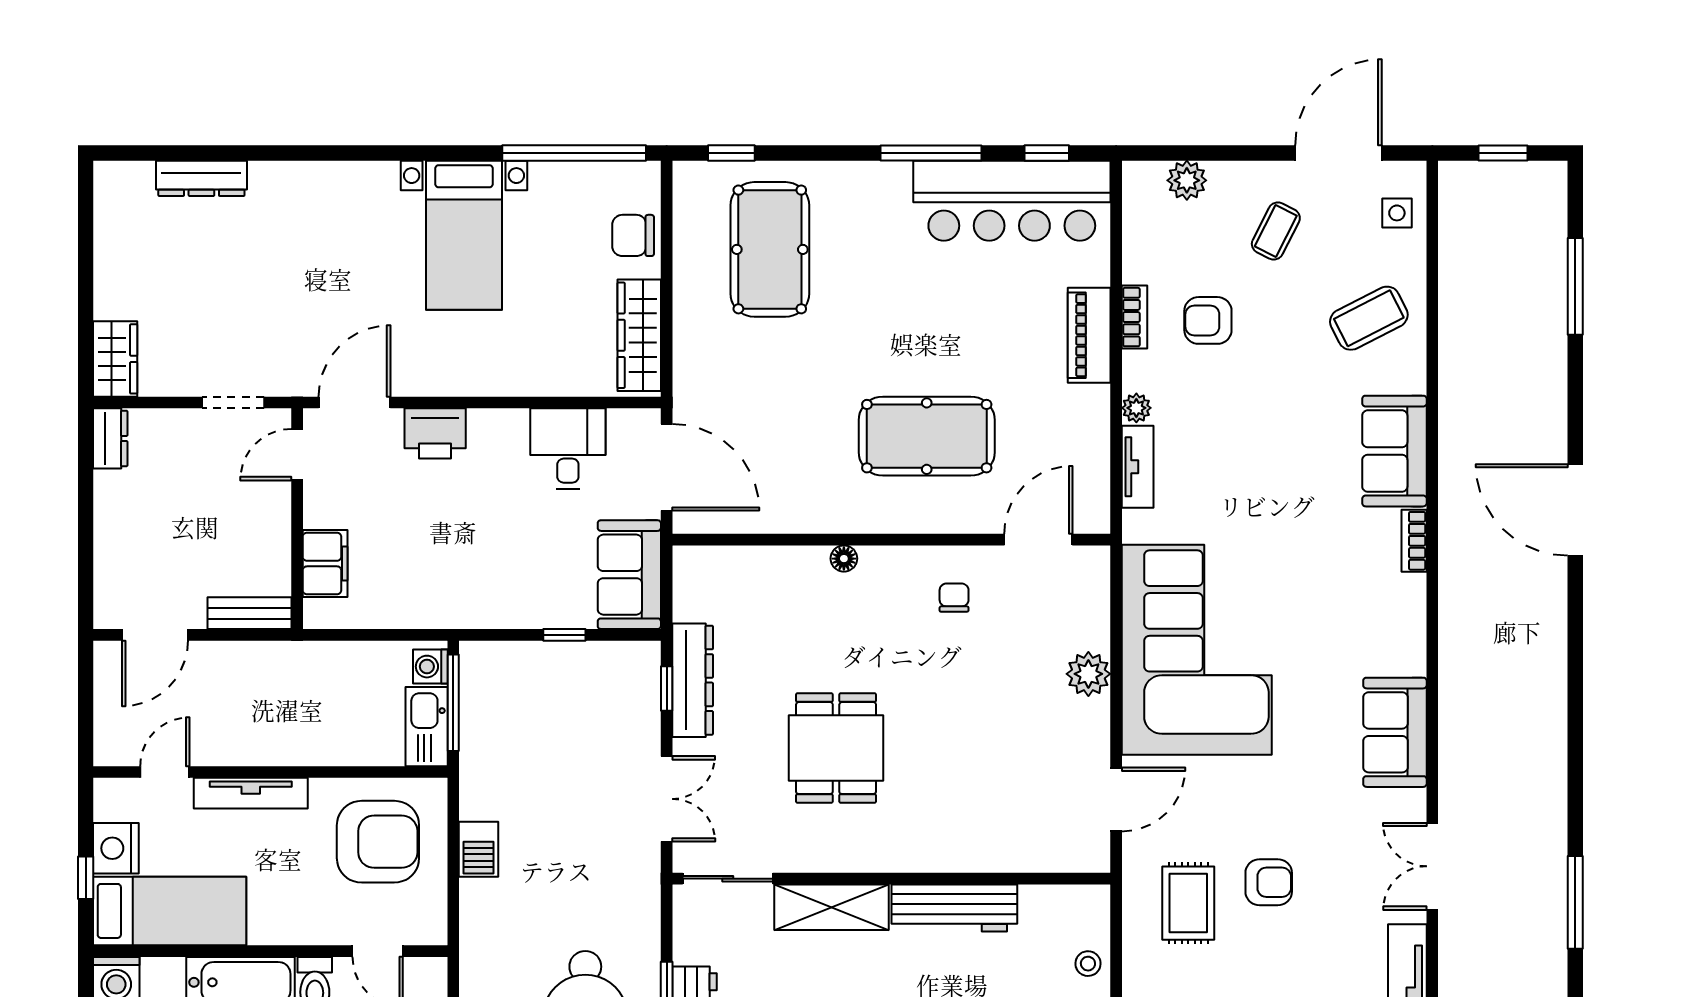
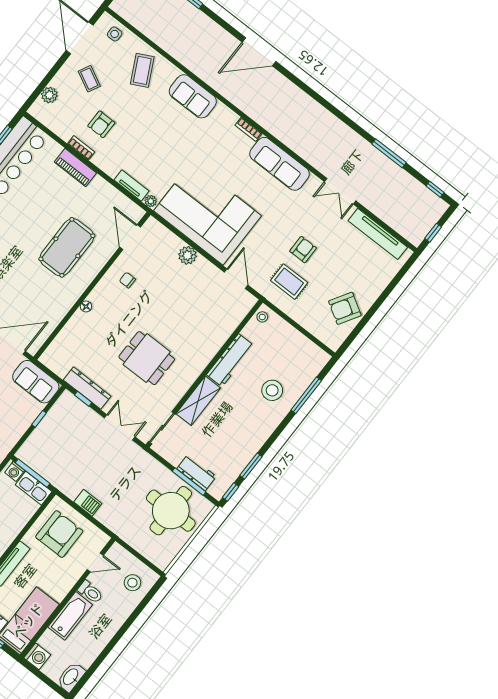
plant: (1136, 408) -> (151, 201), moved
bookcase: (1414, 541) -> (248, 129), moved
sofa: (1395, 732) -> (280, 164), width x1.36
stool: (1088, 964) -> (262, 317), moved

